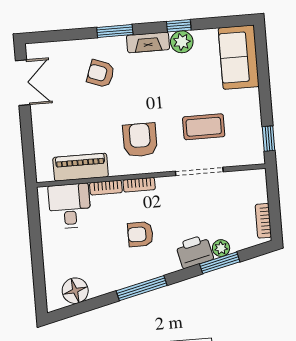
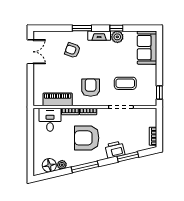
armchair: (140, 234) -> (87, 138), width x1.88, depth x1.88
plant: (221, 248) -> (62, 165), moved

